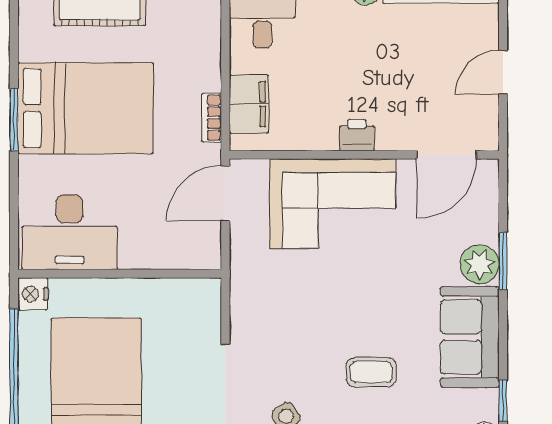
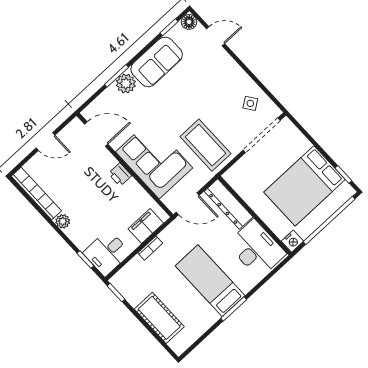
bed: (86, 108) -> (210, 281), width x0.67
bookcase: (212, 118) -> (150, 248), moved
dresser: (171, 252) -> (229, 204), added
coffee table: (371, 372) -> (205, 145), moved, width x1.86, depth x1.72

